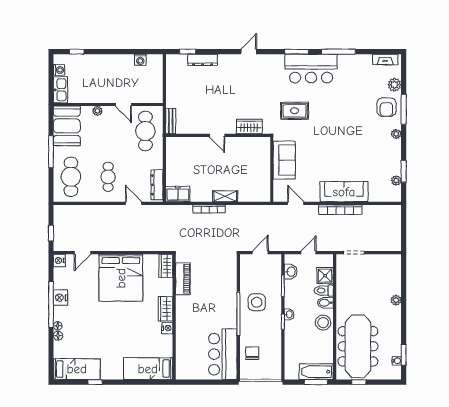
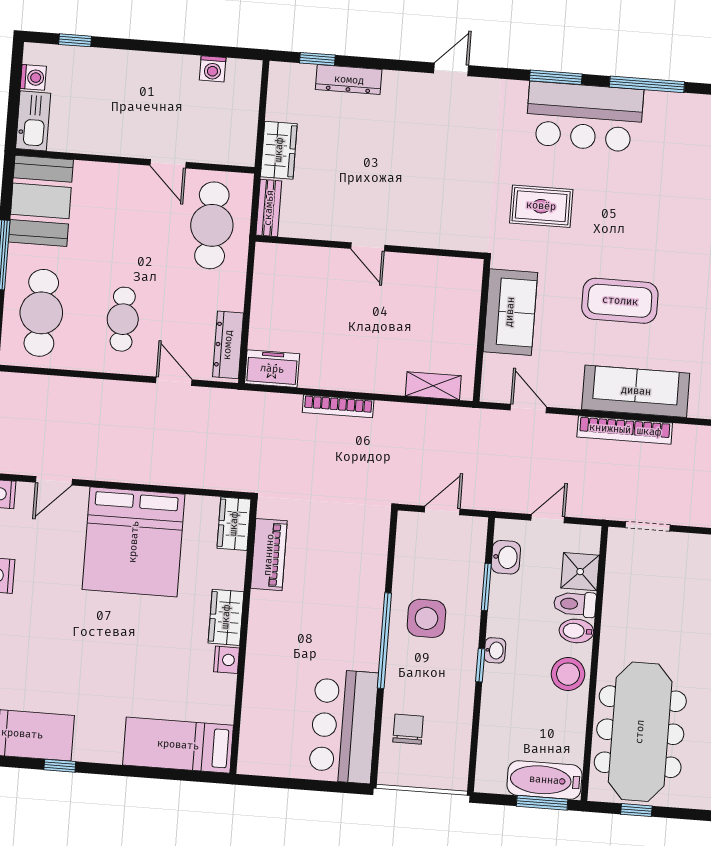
plant: (97, 111) -> (110, 173), removed
wardrobe: (249, 126) -> (279, 150), moved, turned 90
coffee table: (334, 151) -> (620, 301), added
shelving: (225, 196) -> (433, 386), moved

